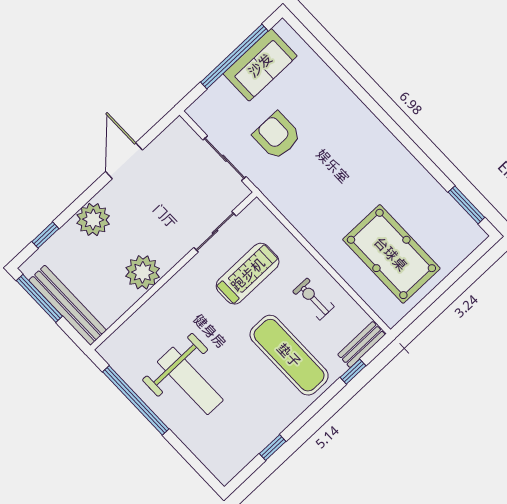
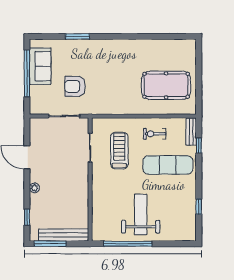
window: (466, 205) -> (78, 36), moved
plant: (93, 220) -> (34, 188), width x0.53, depth x0.53
plant: (143, 272) -> (79, 192), removed
weight bench: (190, 381) -> (141, 214), turned -90

